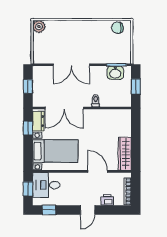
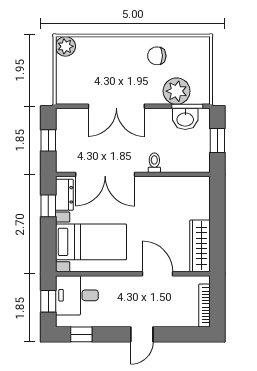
chair: (117, 28) -> (157, 56), moved
plant: (110, 55) -> (177, 91), added
printer: (107, 200) -> (173, 318), removed

